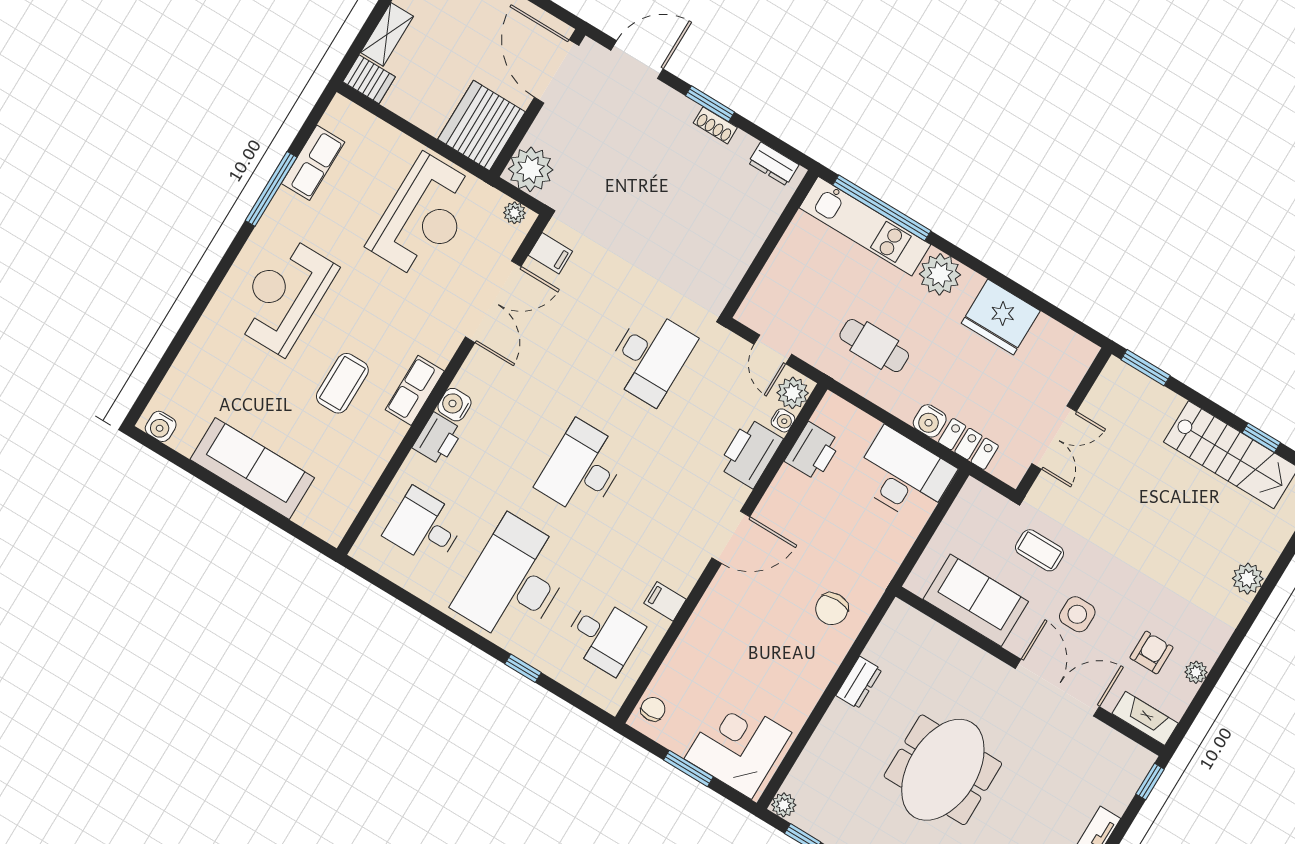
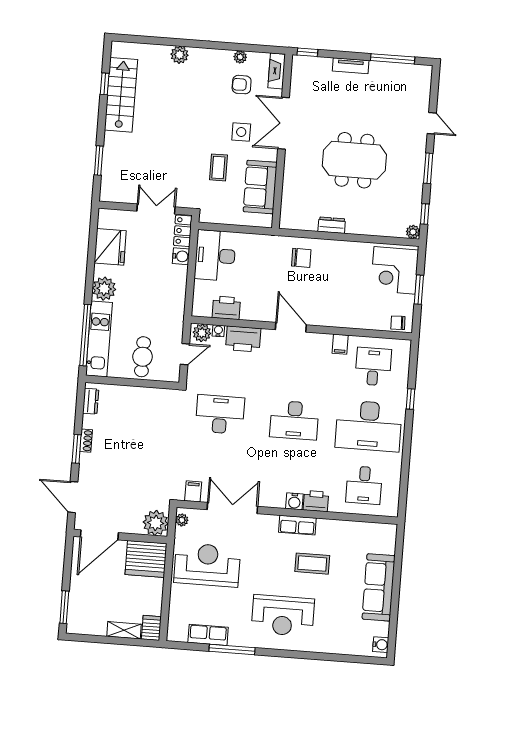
cafe table: (874, 346) -> (143, 357), moved
wall: (1064, 422) -> (146, 208), moved
double door: (1054, 437) -> (156, 209), moved

